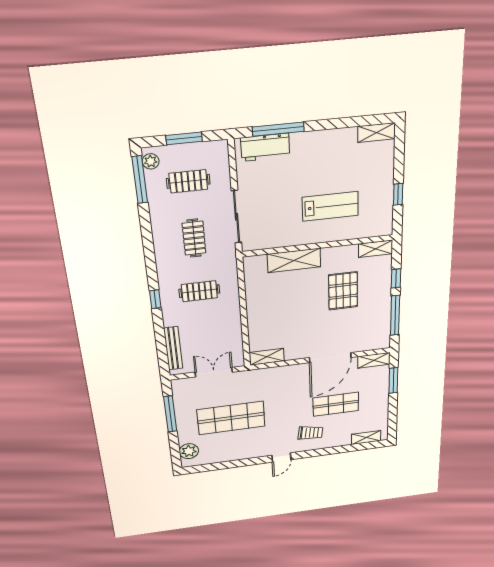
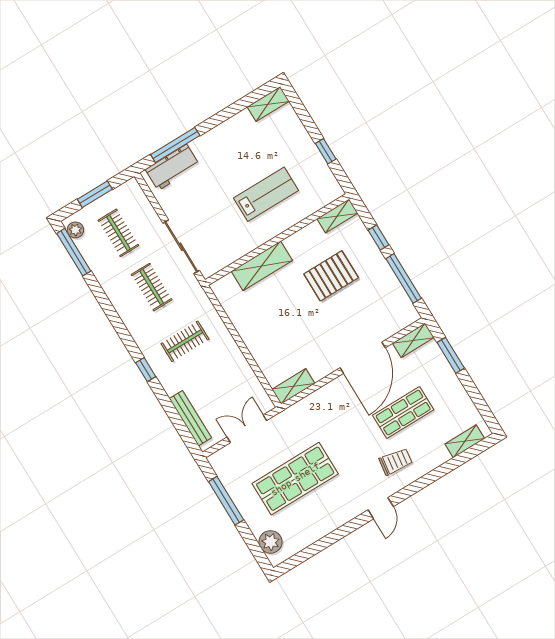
clothes rail: (188, 181) -> (118, 233), turned 90
pallet: (343, 291) -> (331, 276), turned 90

